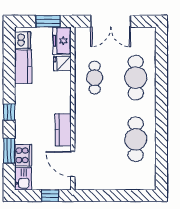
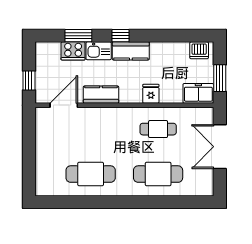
fridge: (62, 63) -> (151, 94), moved
kitchen counter: (23, 66) -> (131, 51), moved
kitchen sink: (23, 179) -> (99, 51), moved

